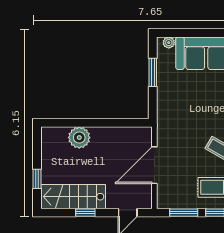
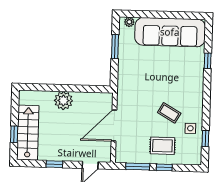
plant: (79, 138) -> (63, 101), moved
stairs: (73, 197) -> (28, 133), moved, turned 90

